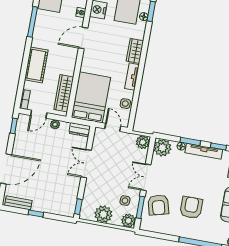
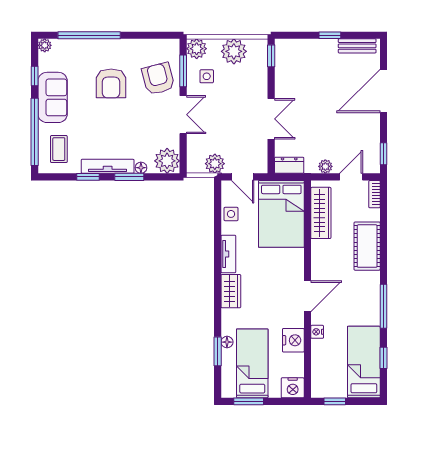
plant: (143, 142) -> (215, 164), moved

